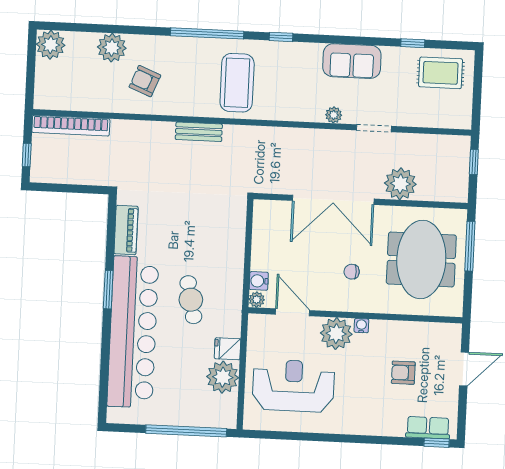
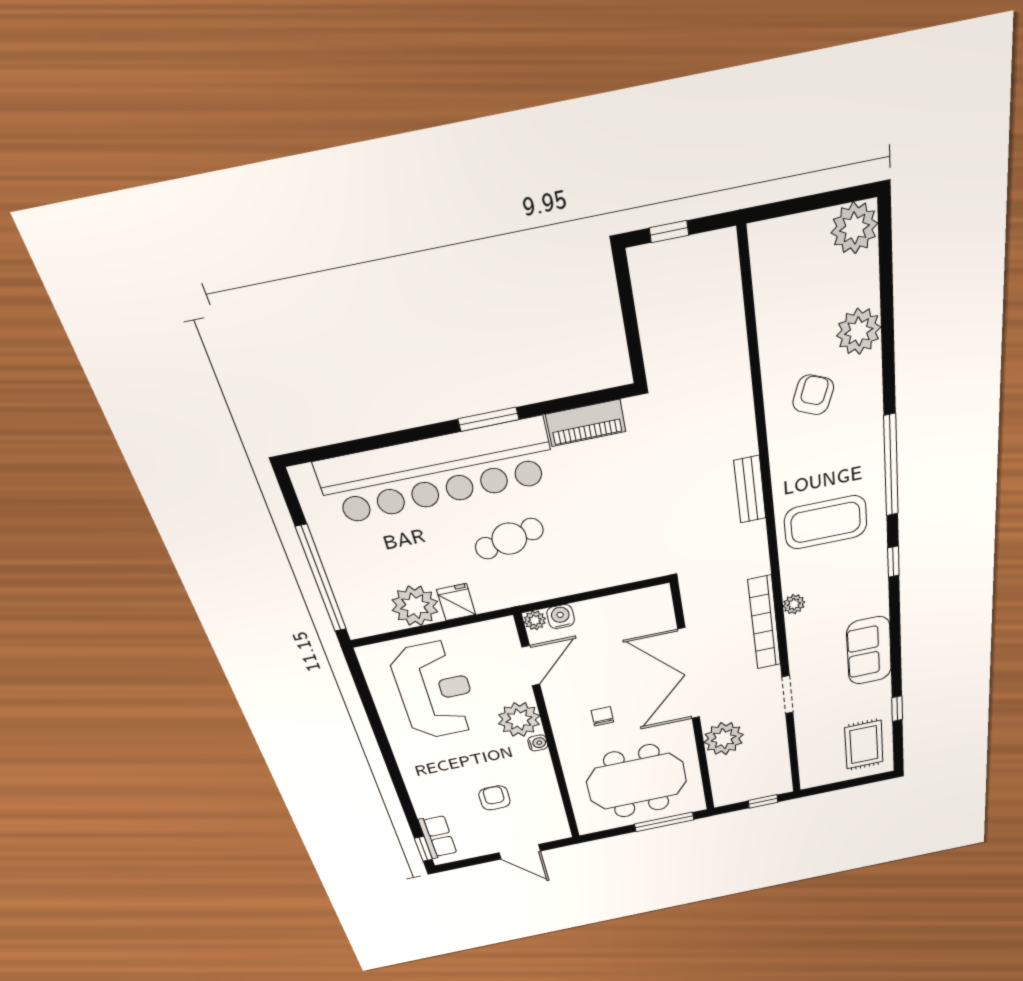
plant: (334, 115) -> (794, 604), moved
bookcase: (71, 126) -> (764, 623), moved

